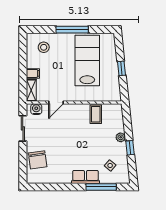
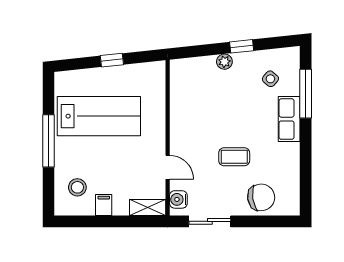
lab bench: (87, 60) -> (99, 116), turned 180
filing cabinet: (33, 73) -> (104, 205), moved
coffee table: (96, 114) -> (234, 157), moved

